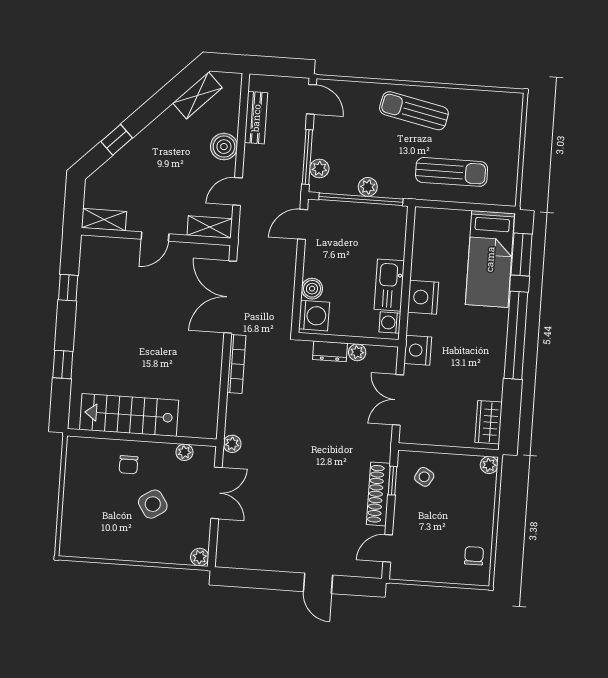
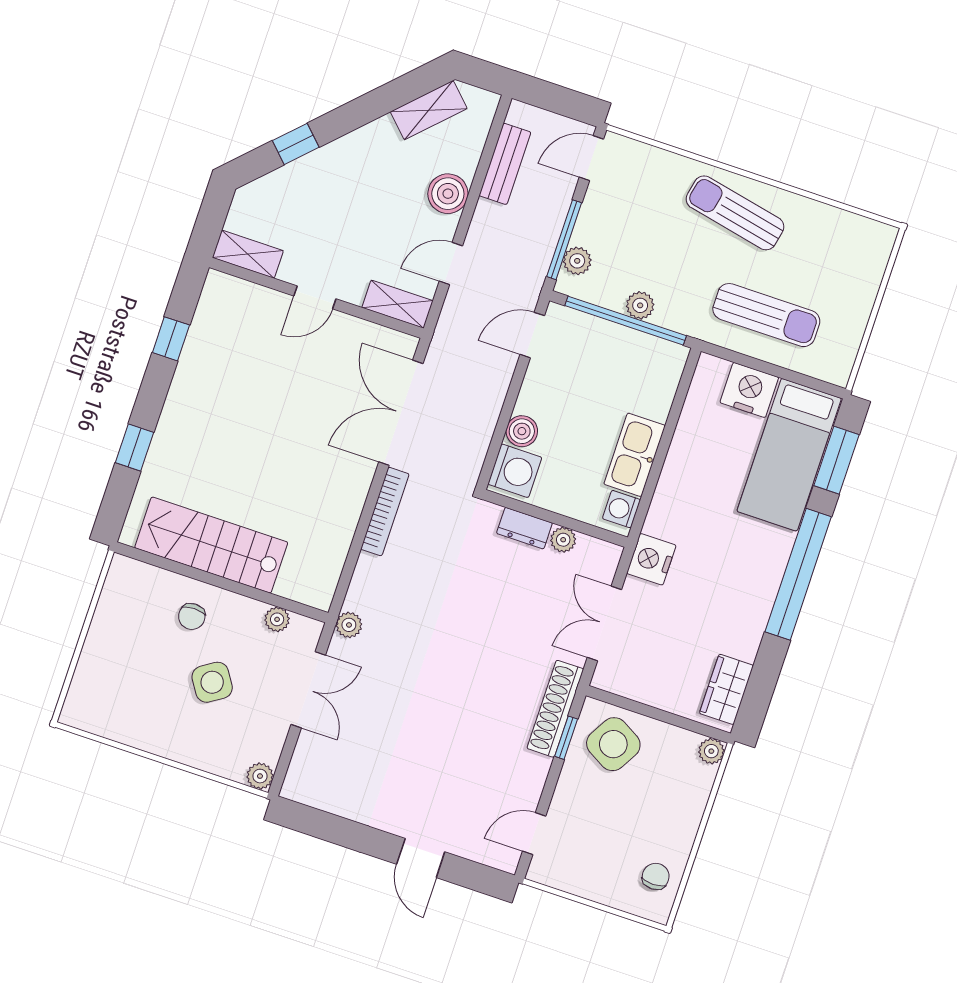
door: (311, 99) -> (591, 158), swing flipped
nightstand: (423, 297) -> (749, 390), moved, turned 90
side table: (424, 477) -> (613, 744), width x1.87, depth x1.87
shoe rack: (378, 494) -> (555, 709), moved

